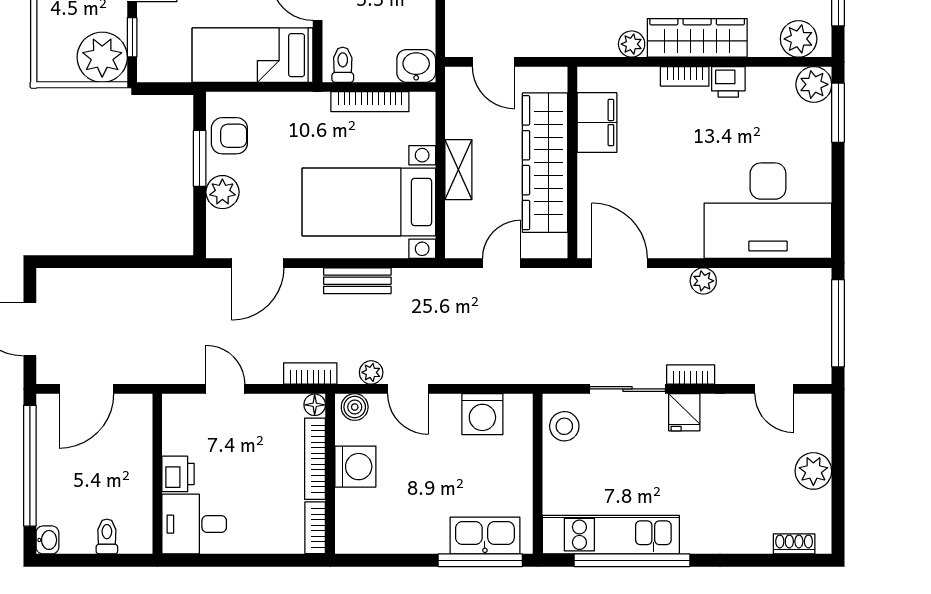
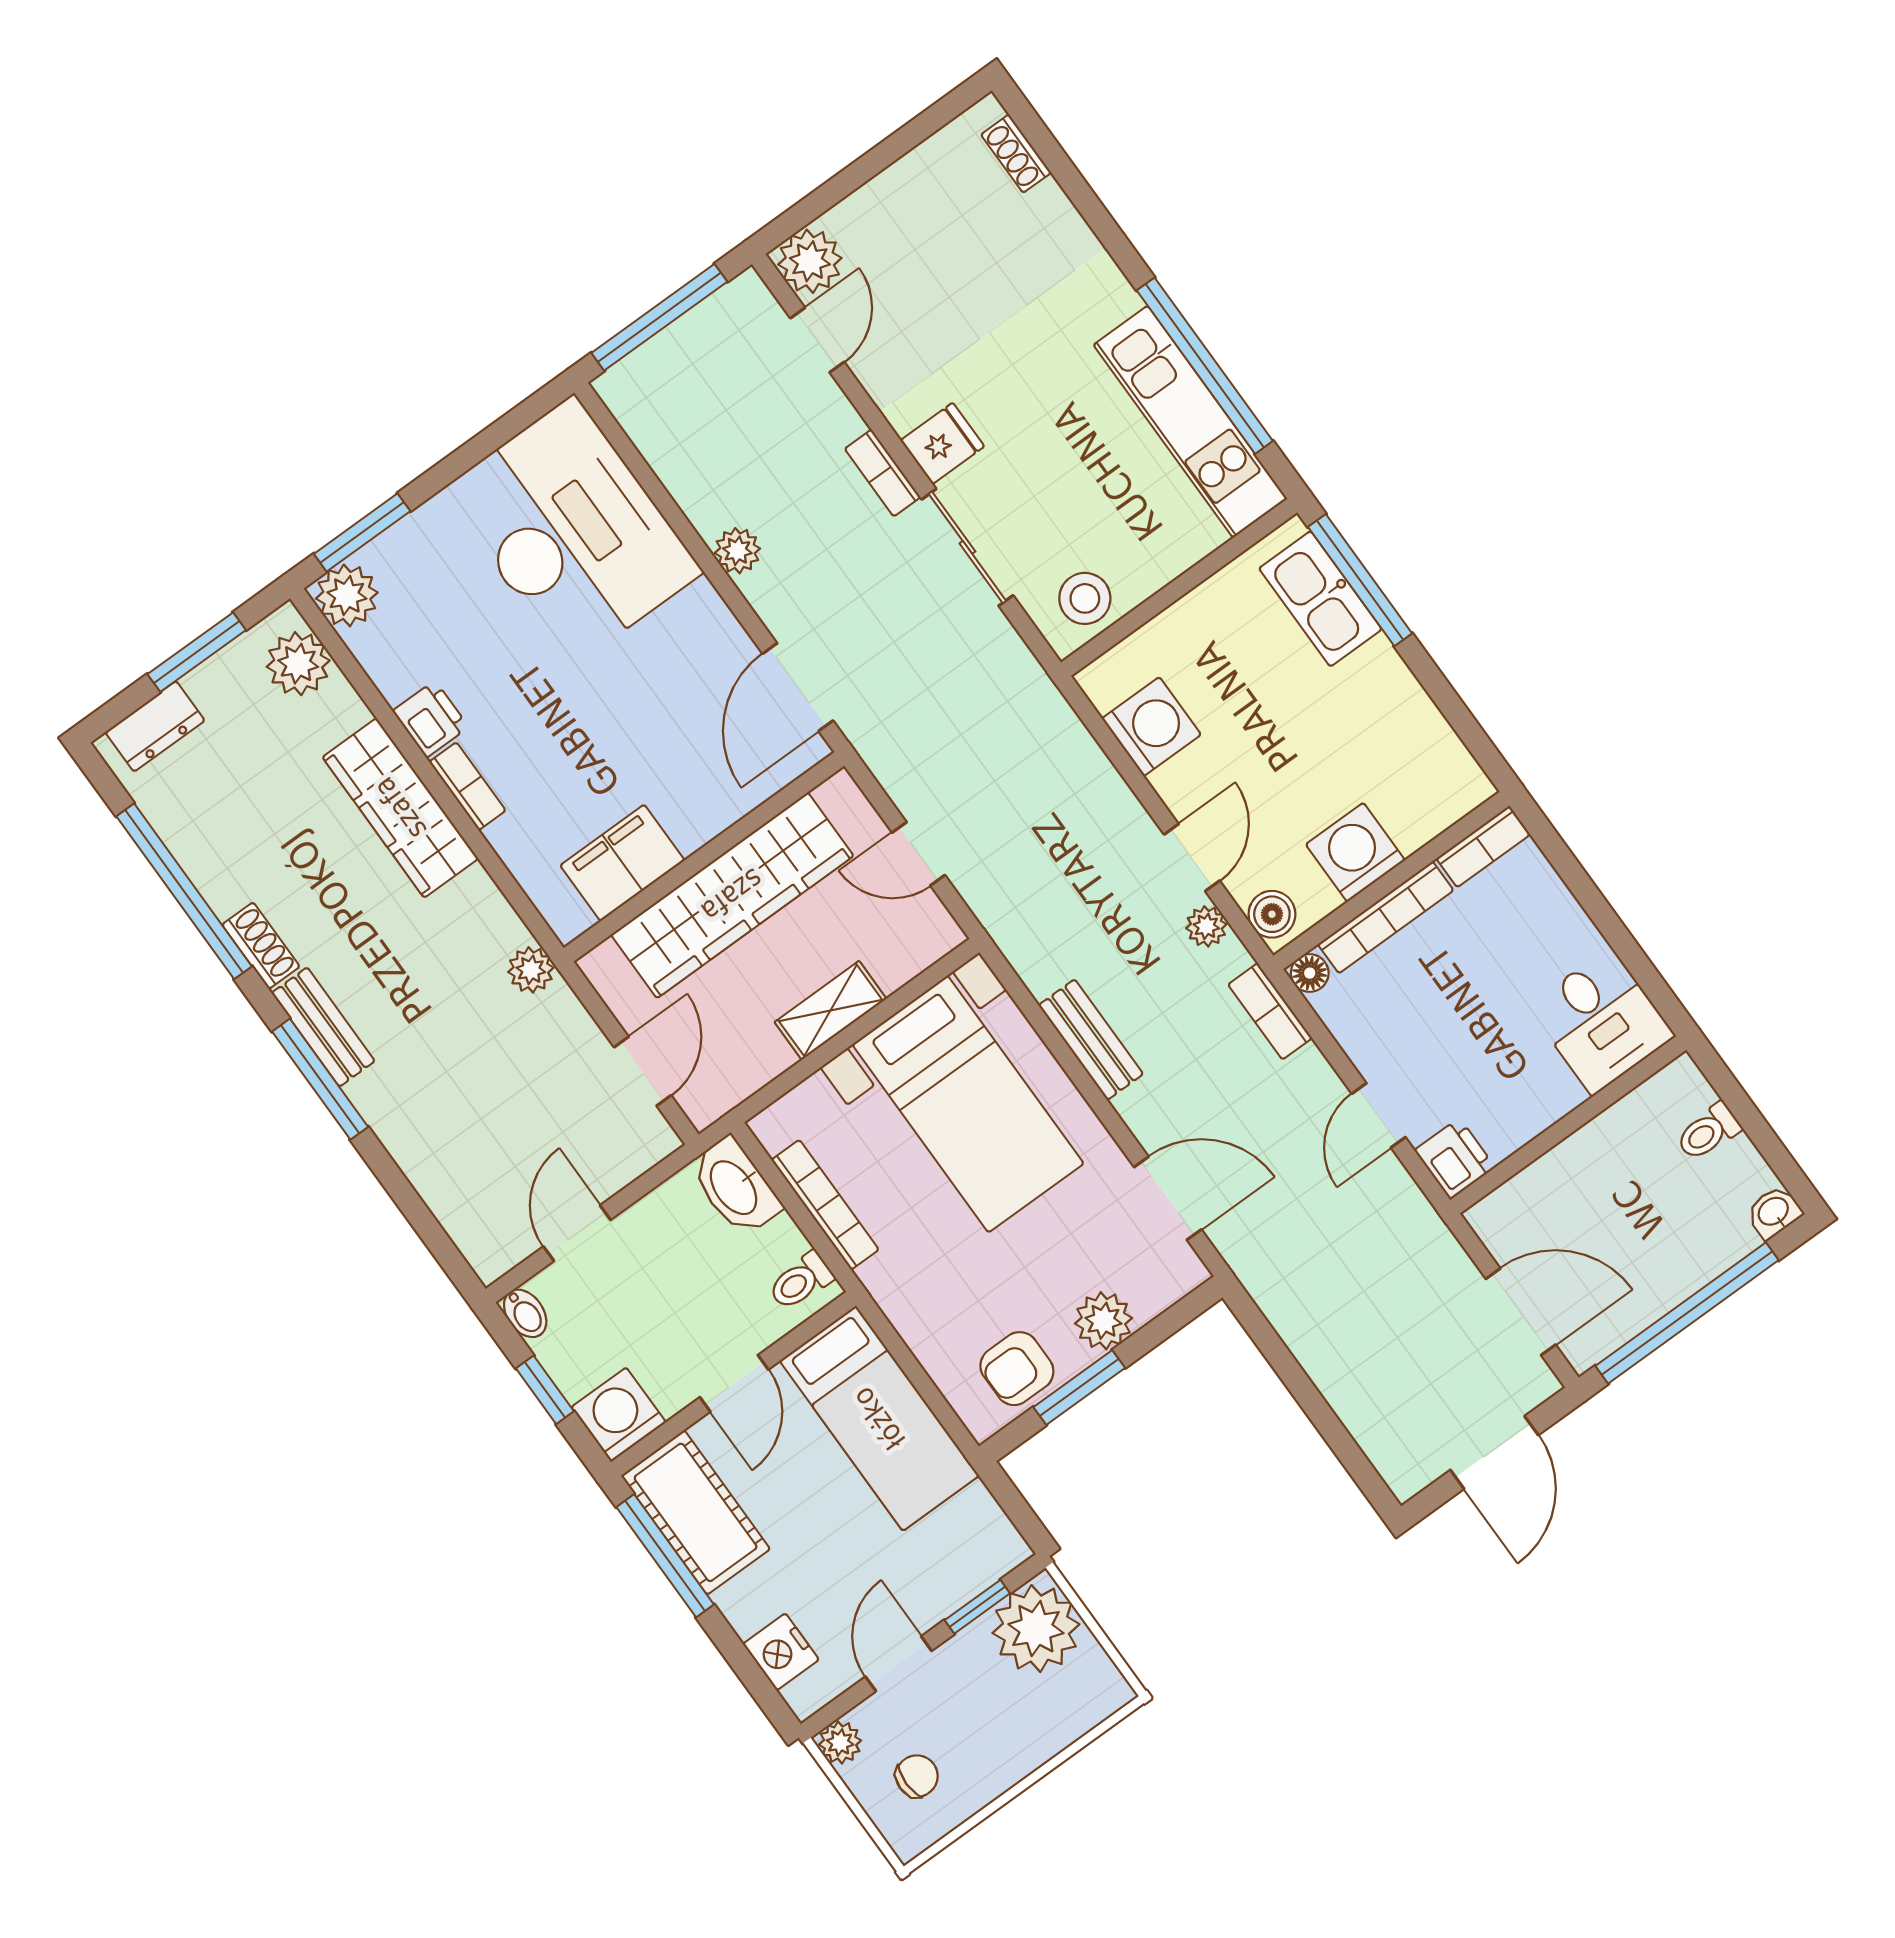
plant: (632, 44) -> (531, 970), moved
washbasin: (416, 66) -> (735, 1187), width x1.38
armchair: (229, 136) -> (1017, 1369), turned -90
plant: (813, 471) -> (810, 261), moved
printer: (178, 474) -> (1455, 1159), moved, turned 90

